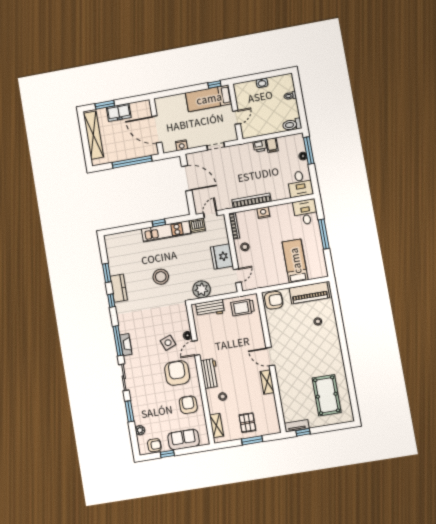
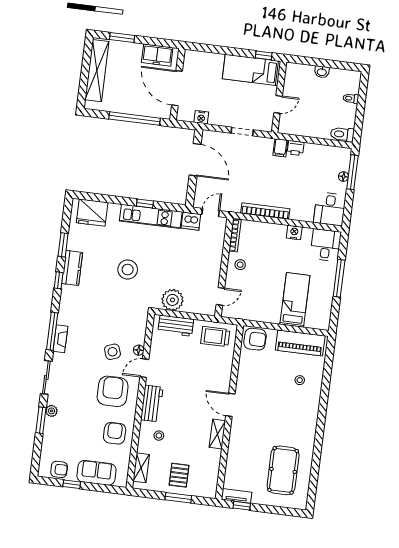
freezer: (119, 112) -> (157, 55), moved
filing cabinet: (272, 145) -> (280, 148), moved
nightstand: (263, 213) -> (294, 232), moved
fridge: (222, 257) -> (92, 213), moved, turned -90
plant: (140, 430) -> (51, 411), moved

